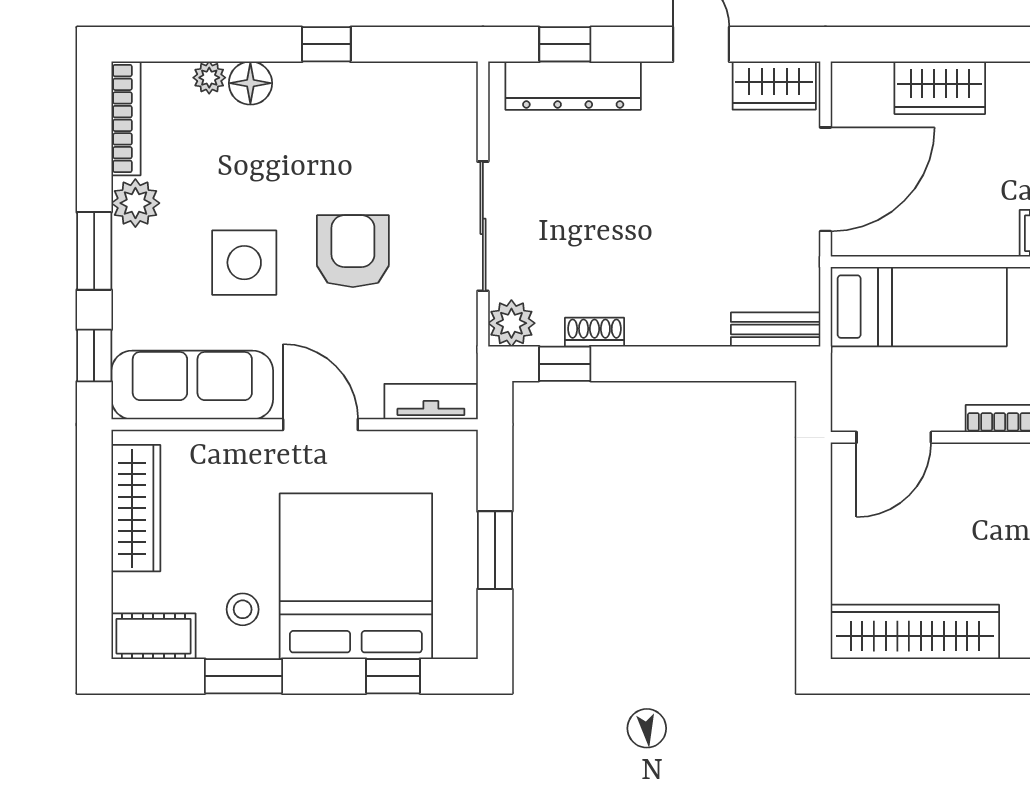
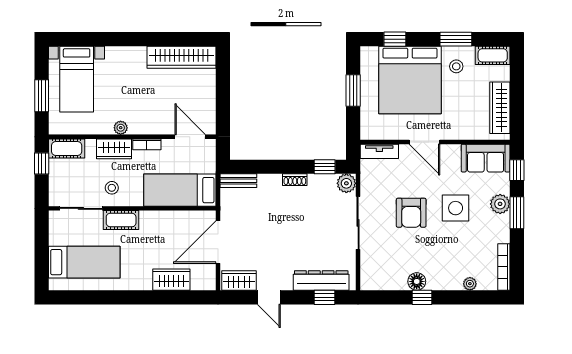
floor lamp: (250, 83) -> (417, 281), moved
plant: (135, 203) -> (500, 204), moved
shoe rack: (594, 332) -> (295, 180), moved
sofa: (192, 385) -> (486, 158), width x0.73
door: (894, 437) -> (190, 137), hinge flipped

